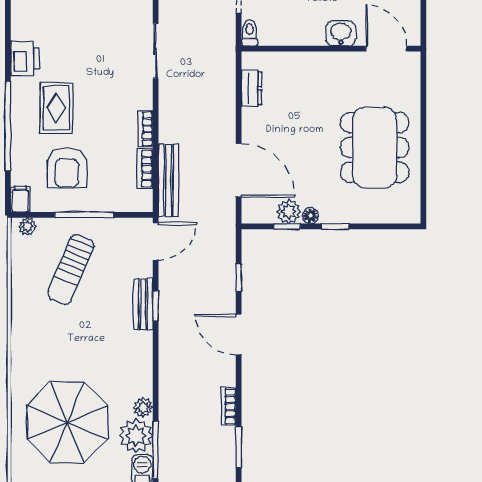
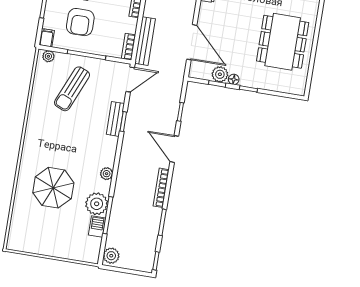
bookcase: (145, 169) -> (128, 47), moved
plant: (143, 407) -> (107, 174), moved
bookcase: (228, 407) -> (161, 188), width x1.56
parasol: (67, 422) -> (53, 188), width x0.73, depth x0.73

